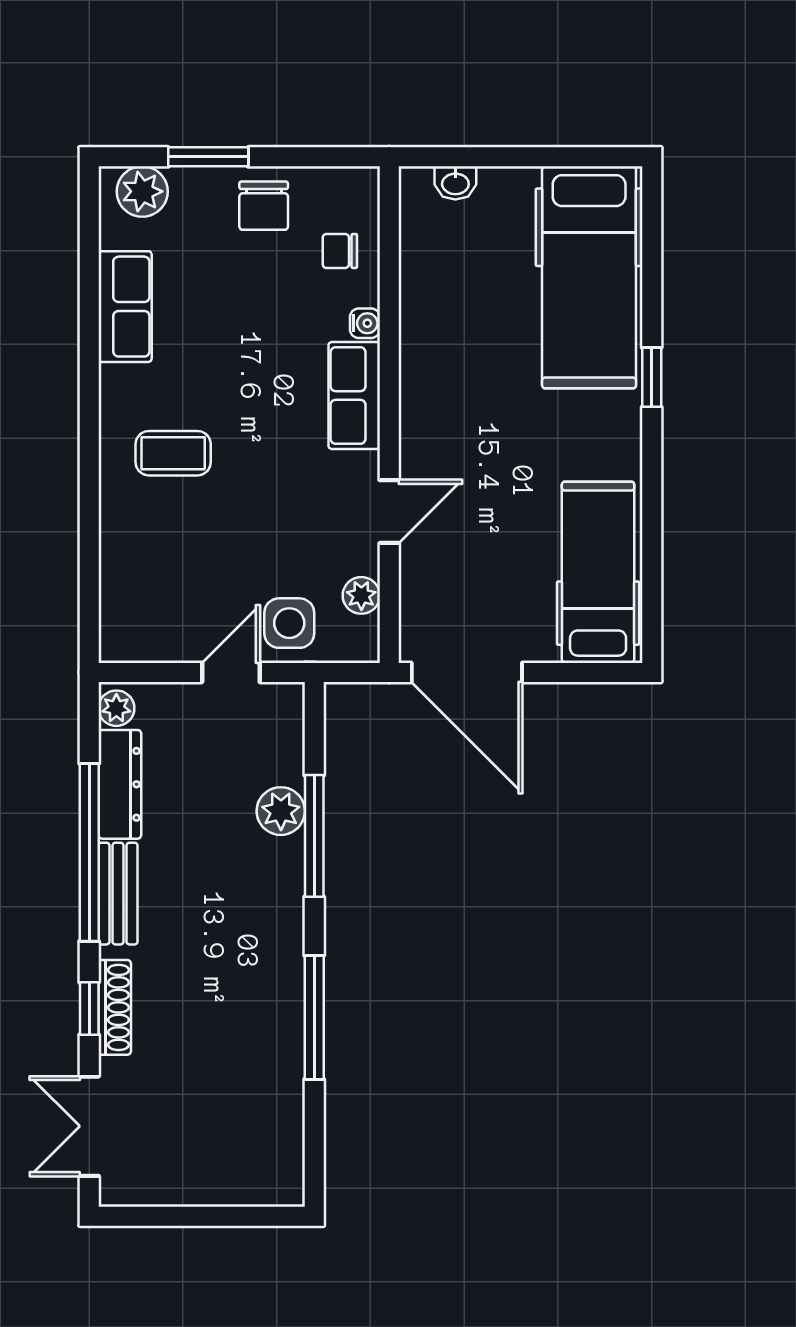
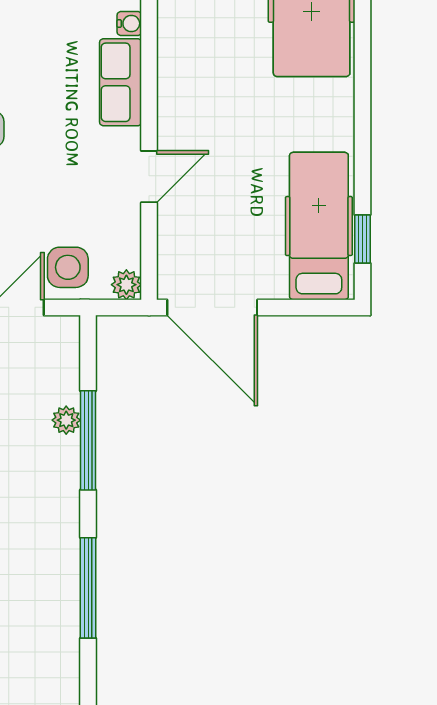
window: (652, 377) -> (363, 239), moved
plant: (361, 595) -> (126, 285), moved
plant: (281, 811) -> (66, 420), width x0.73, depth x0.73

